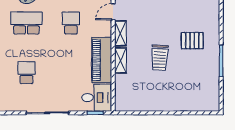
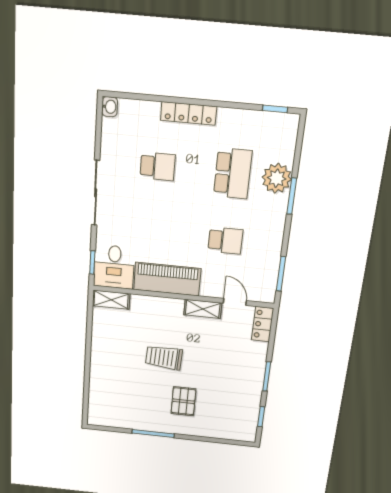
shelving: (120, 60) -> (111, 300), moved

